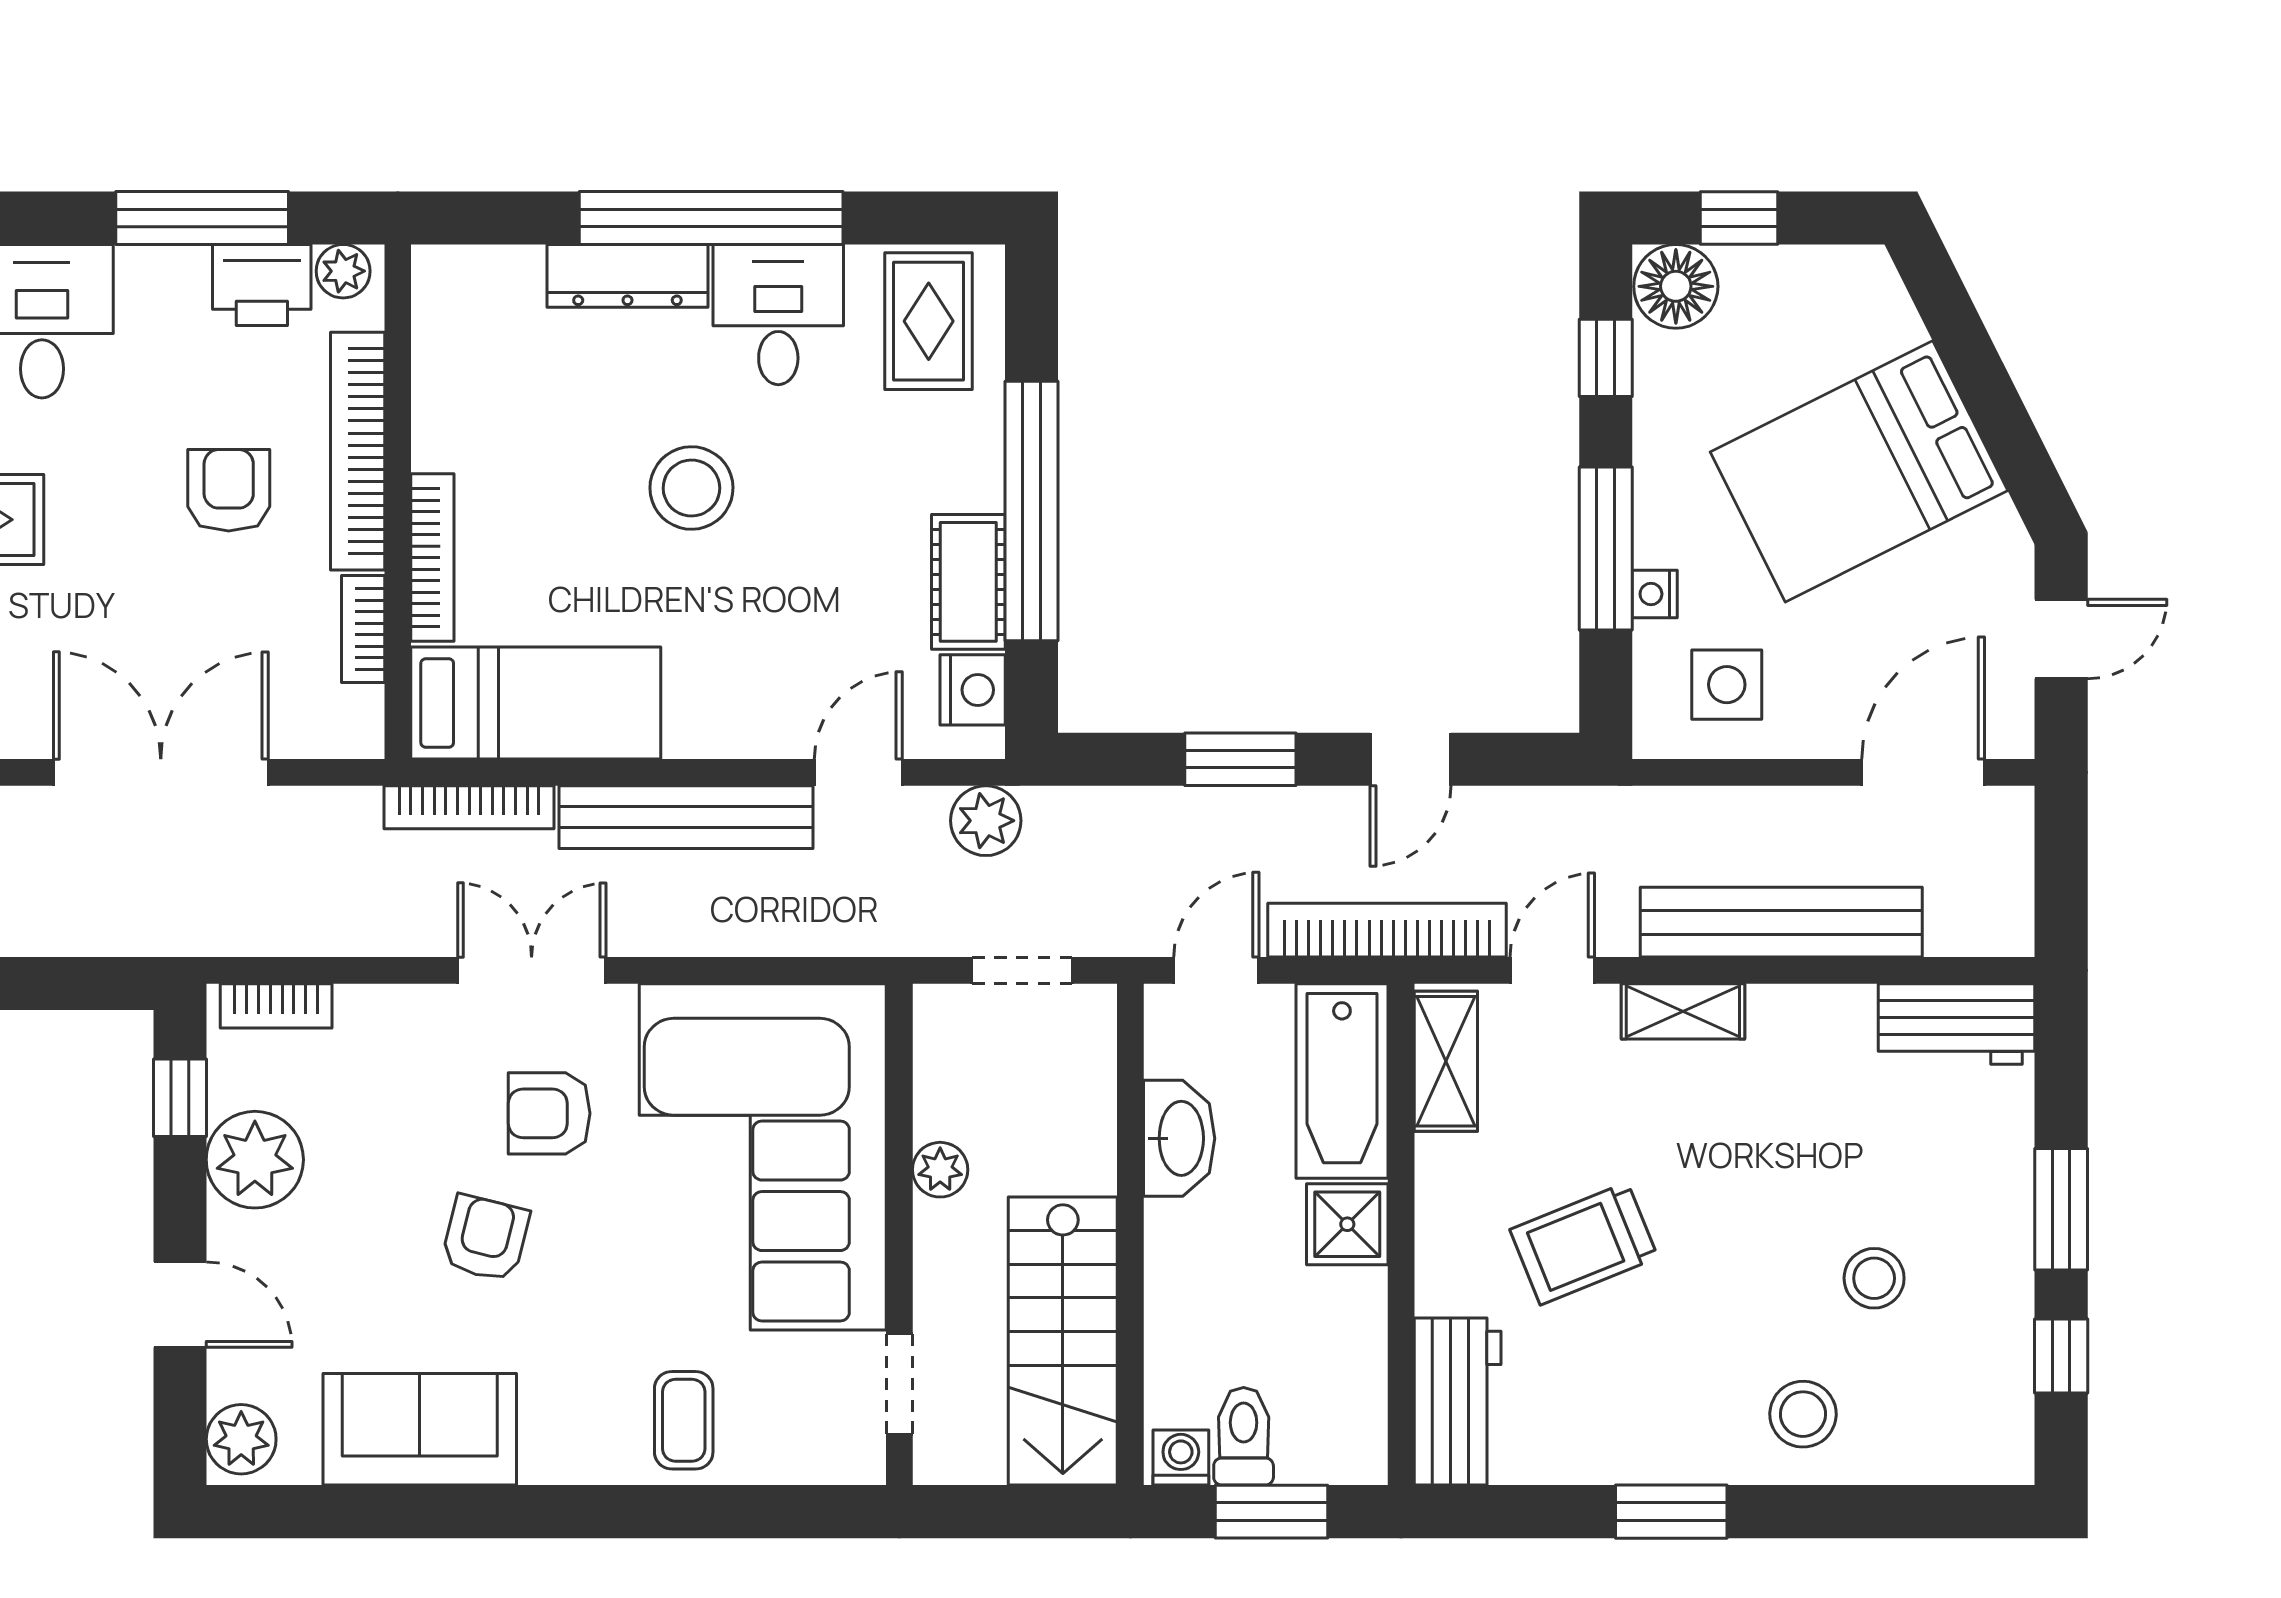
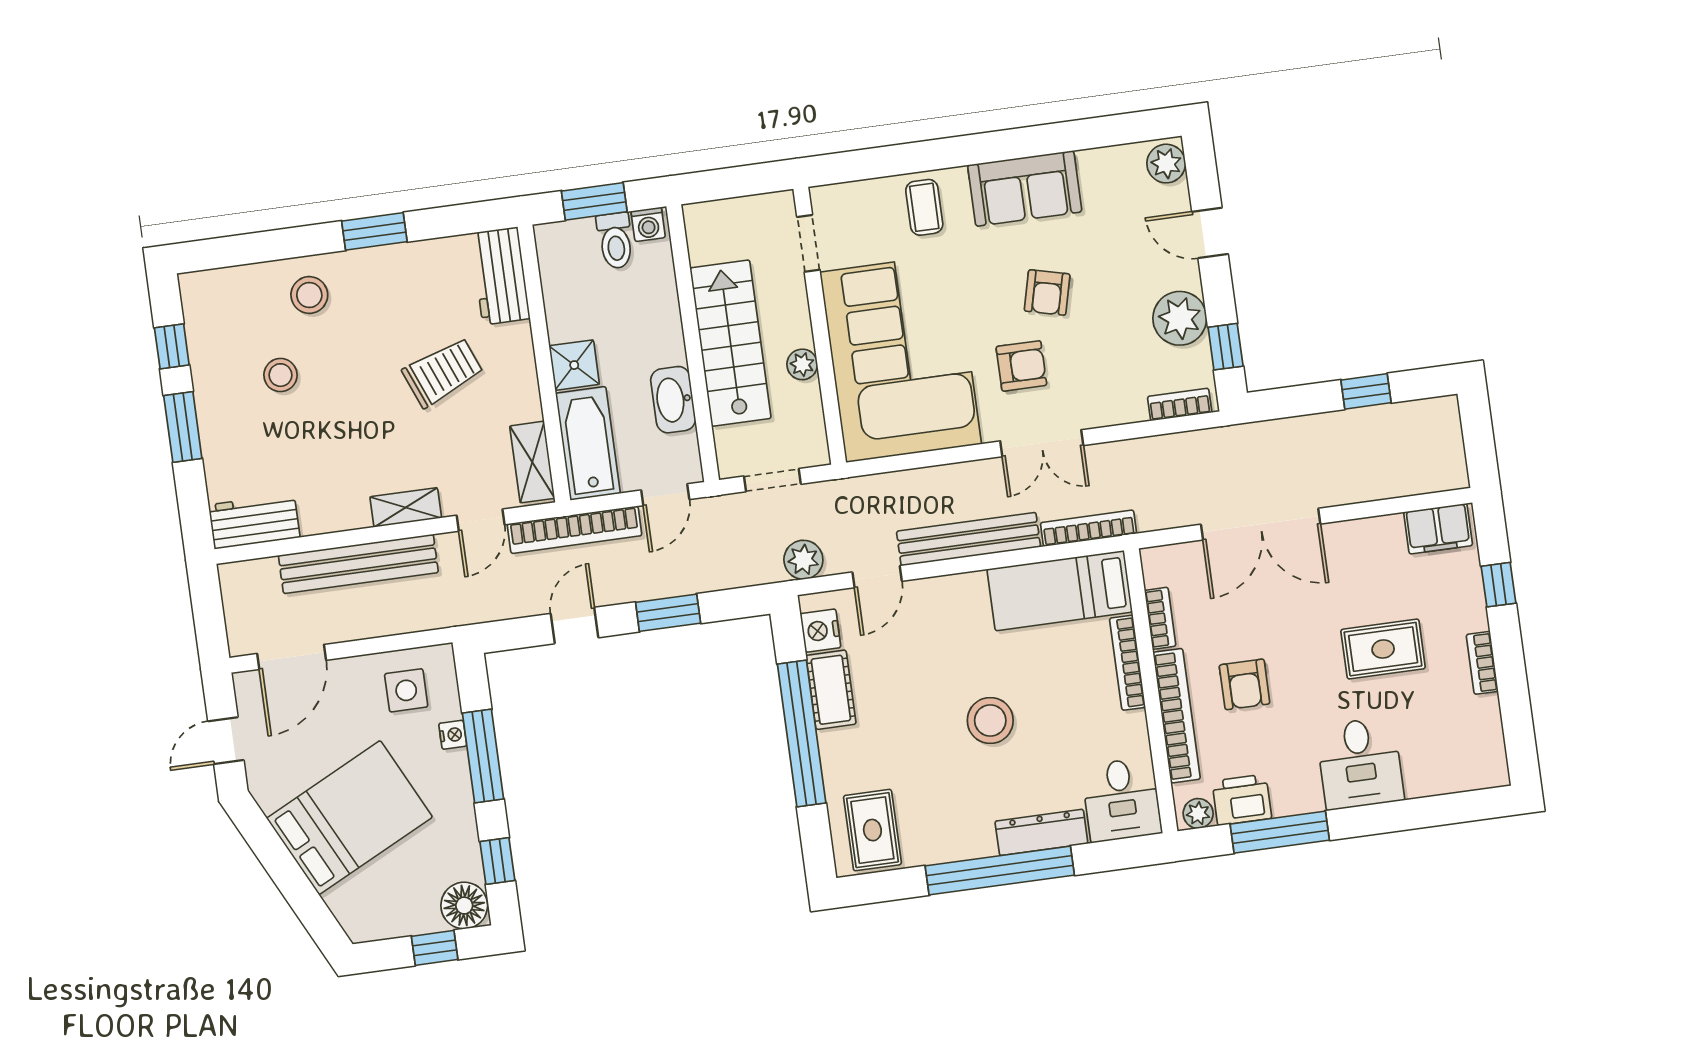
desk: (778, 315) -> (1121, 800), moved
stairs: (1063, 1341) -> (731, 343), moved
sofa: (420, 1429) -> (1025, 188), moved

